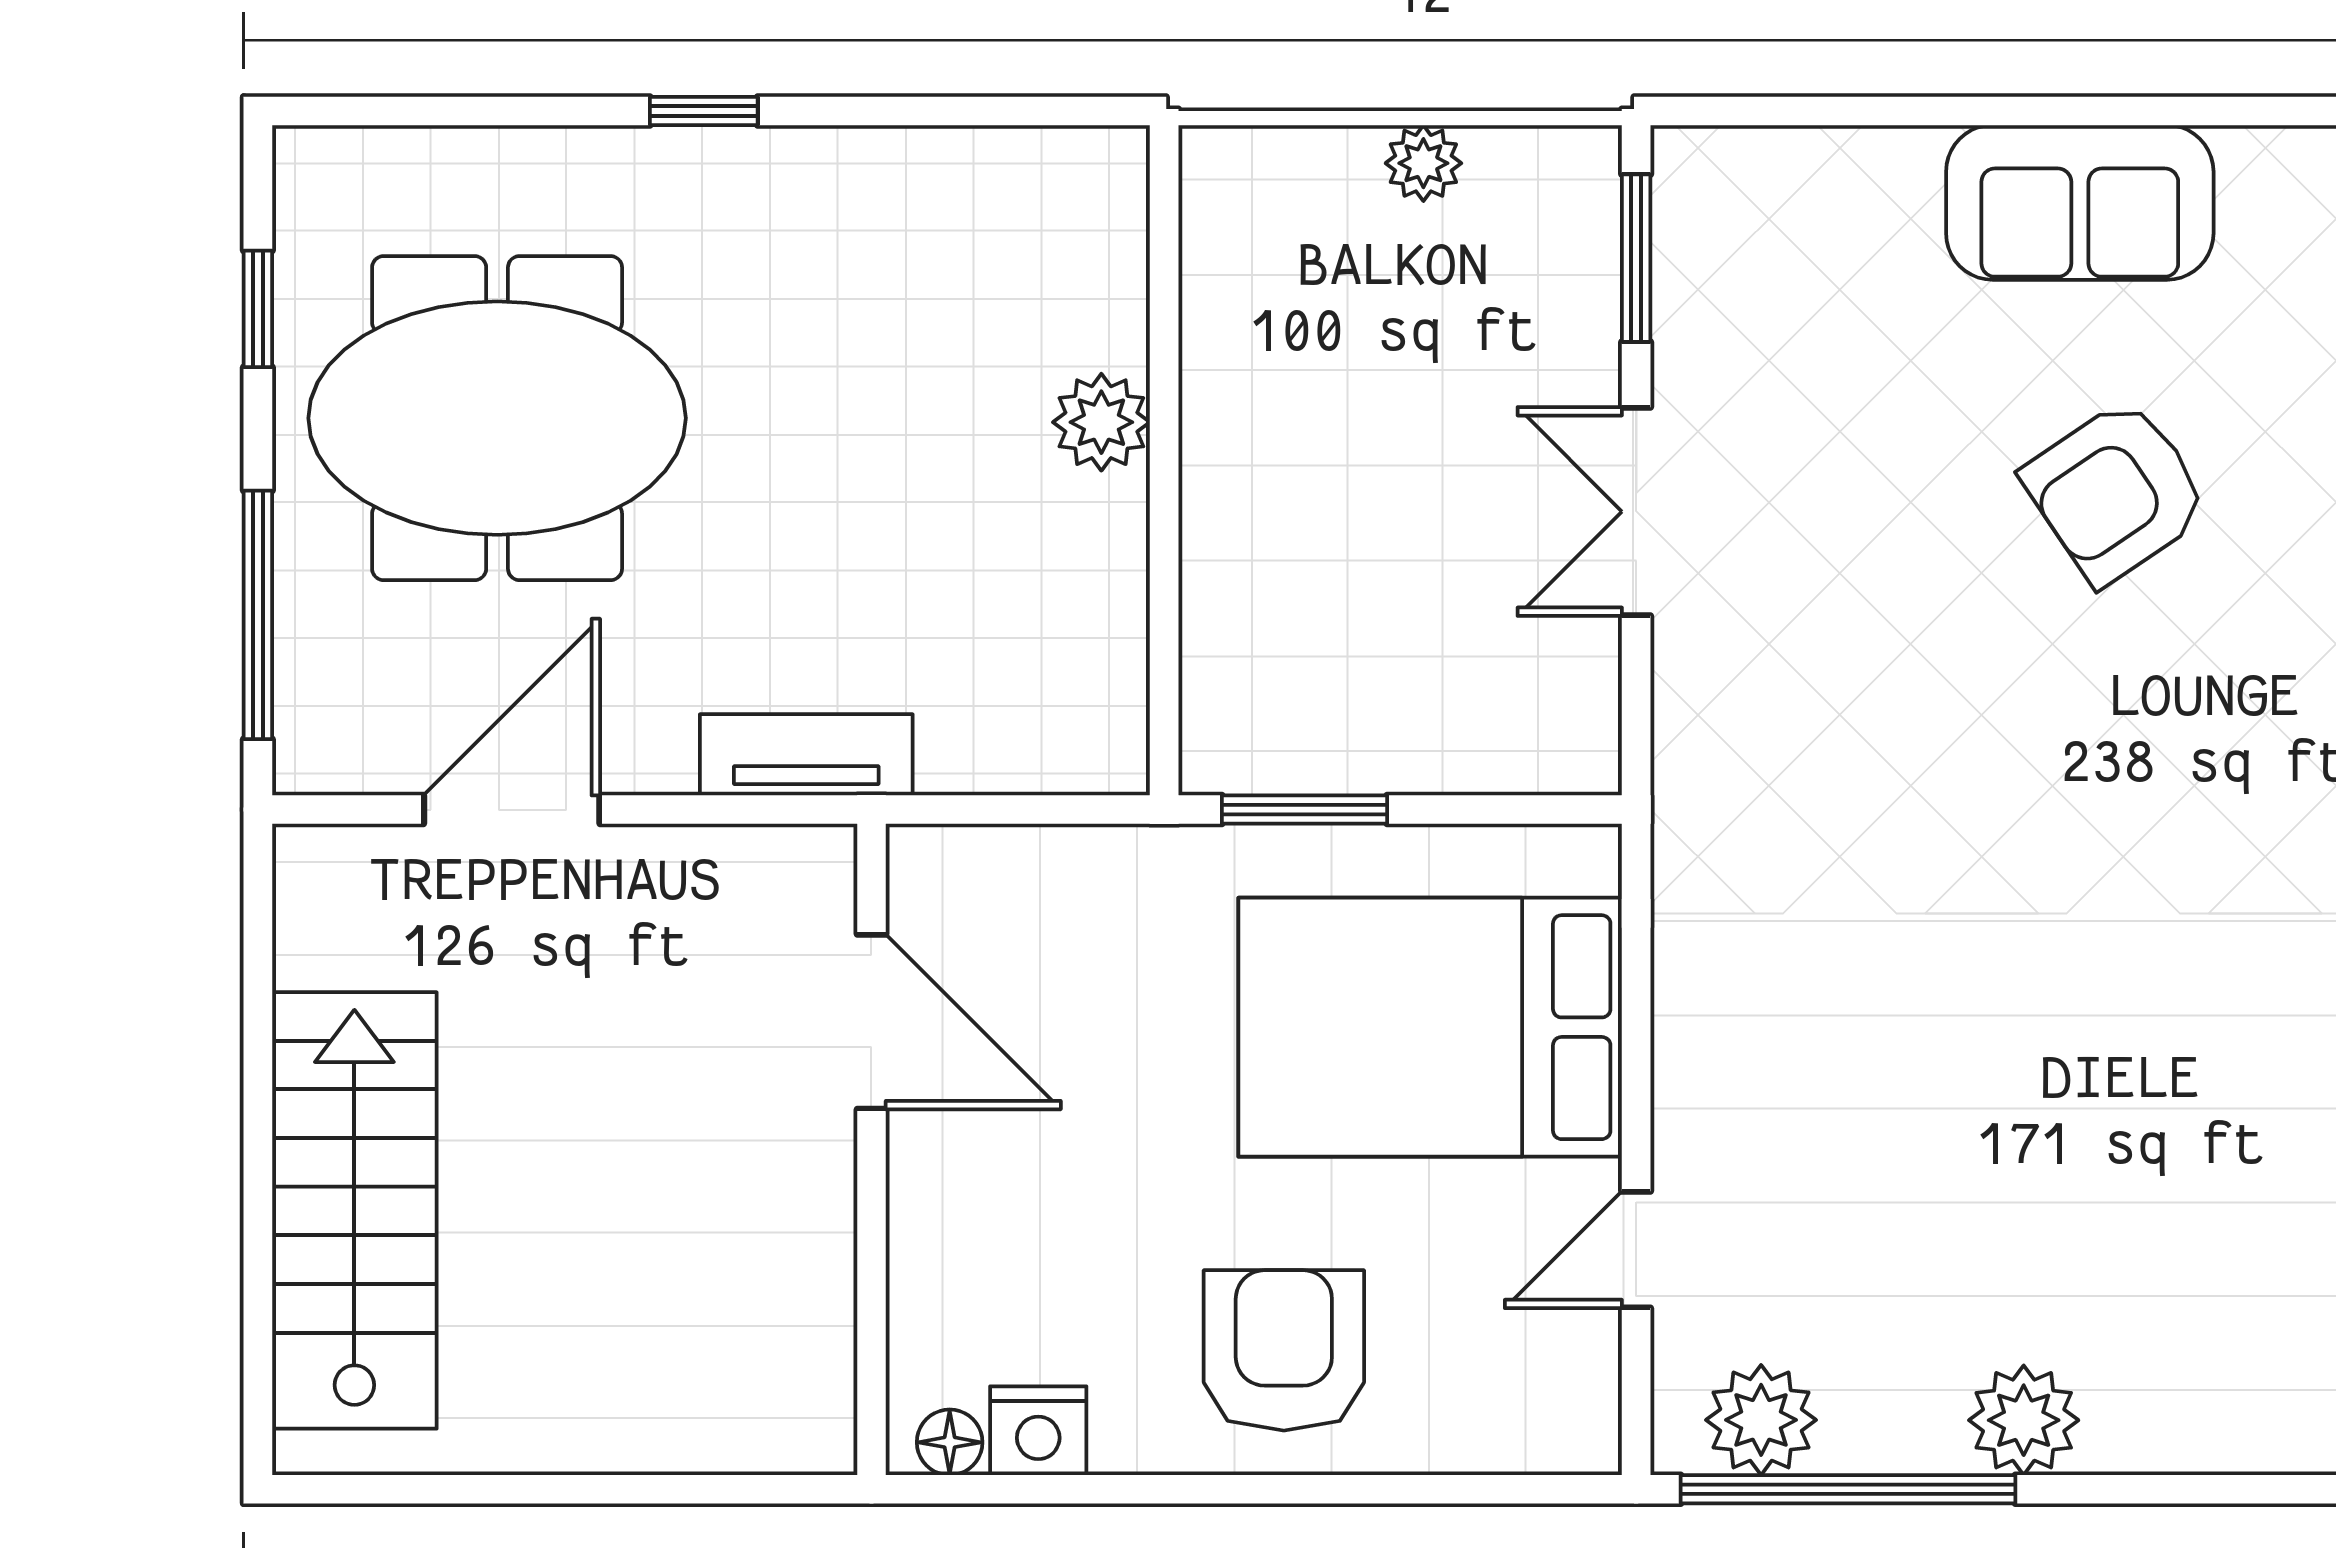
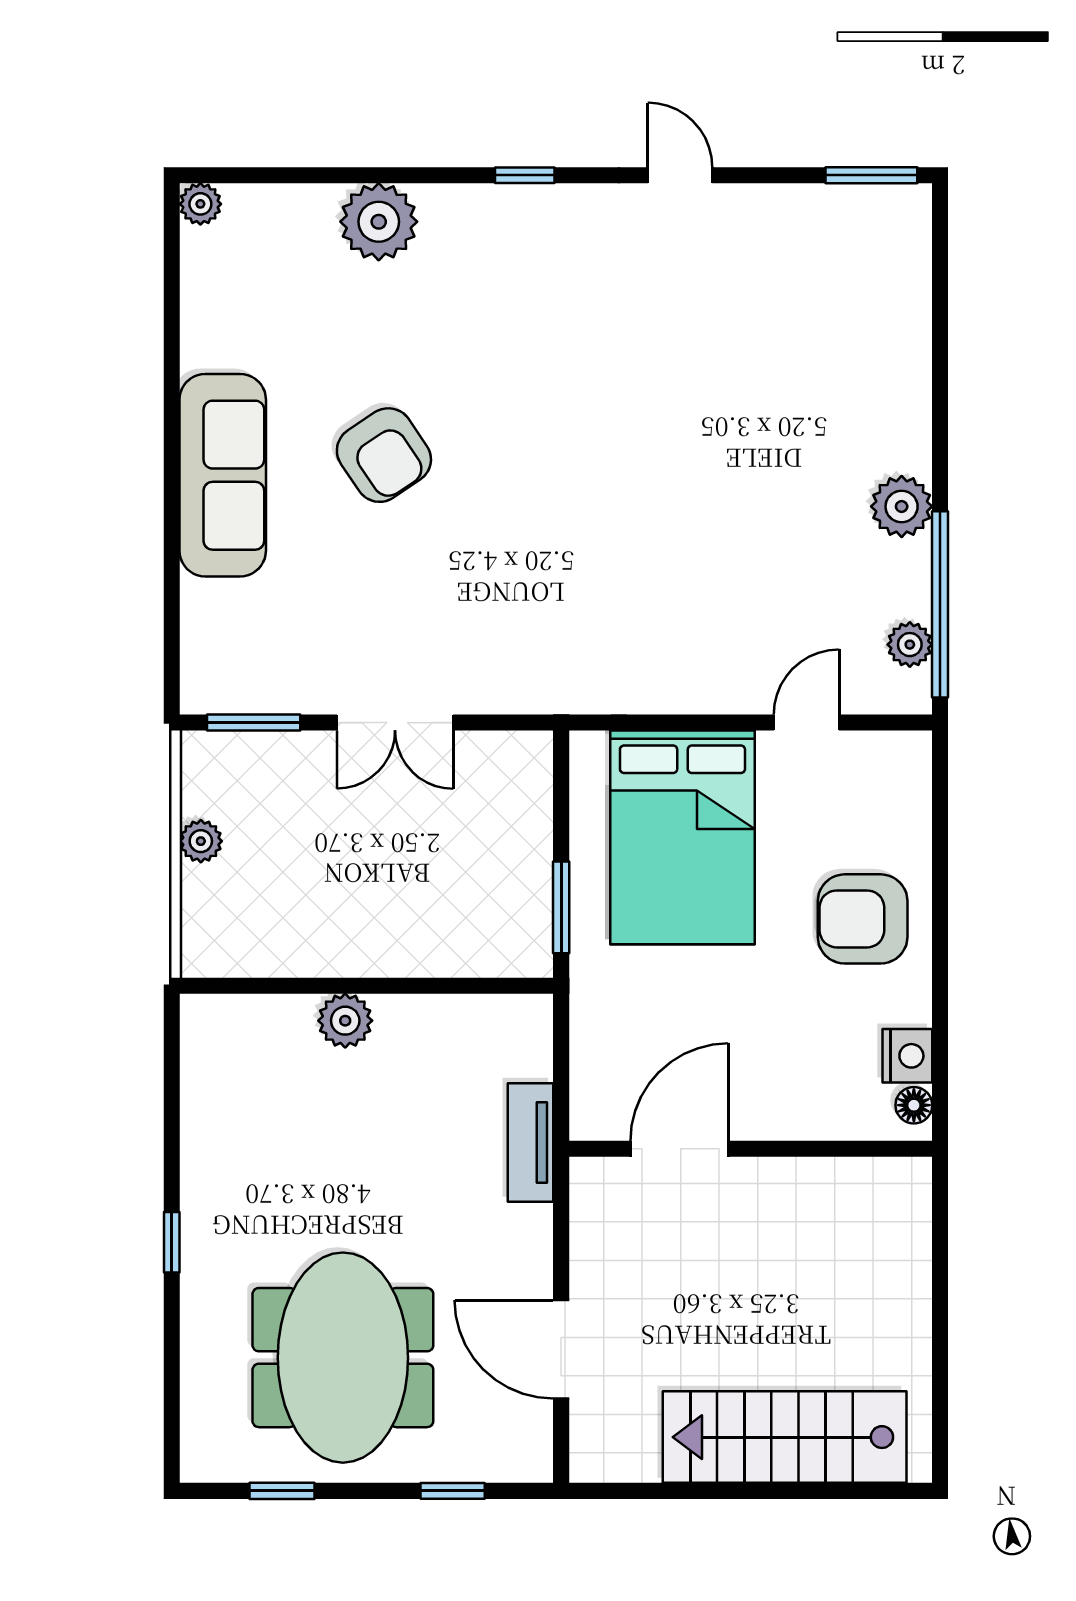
sofa: (2080, 202) -> (223, 475), width x1.36
window: (258, 615) -> (453, 1491), width x0.46
tv unit: (806, 755) -> (531, 1143), moved
door: (1636, 1250) -> (806, 723), swing flipped
plant: (1761, 1420) -> (910, 645), width x0.73, depth x0.73

